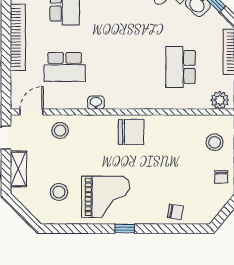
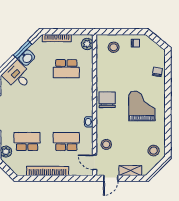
school desk: (65, 67) -> (66, 141), turned -90
stool: (59, 192) -> (154, 151), moved
grand piano: (106, 197) -> (142, 106), moved
window: (125, 229) -> (168, 104), removed

